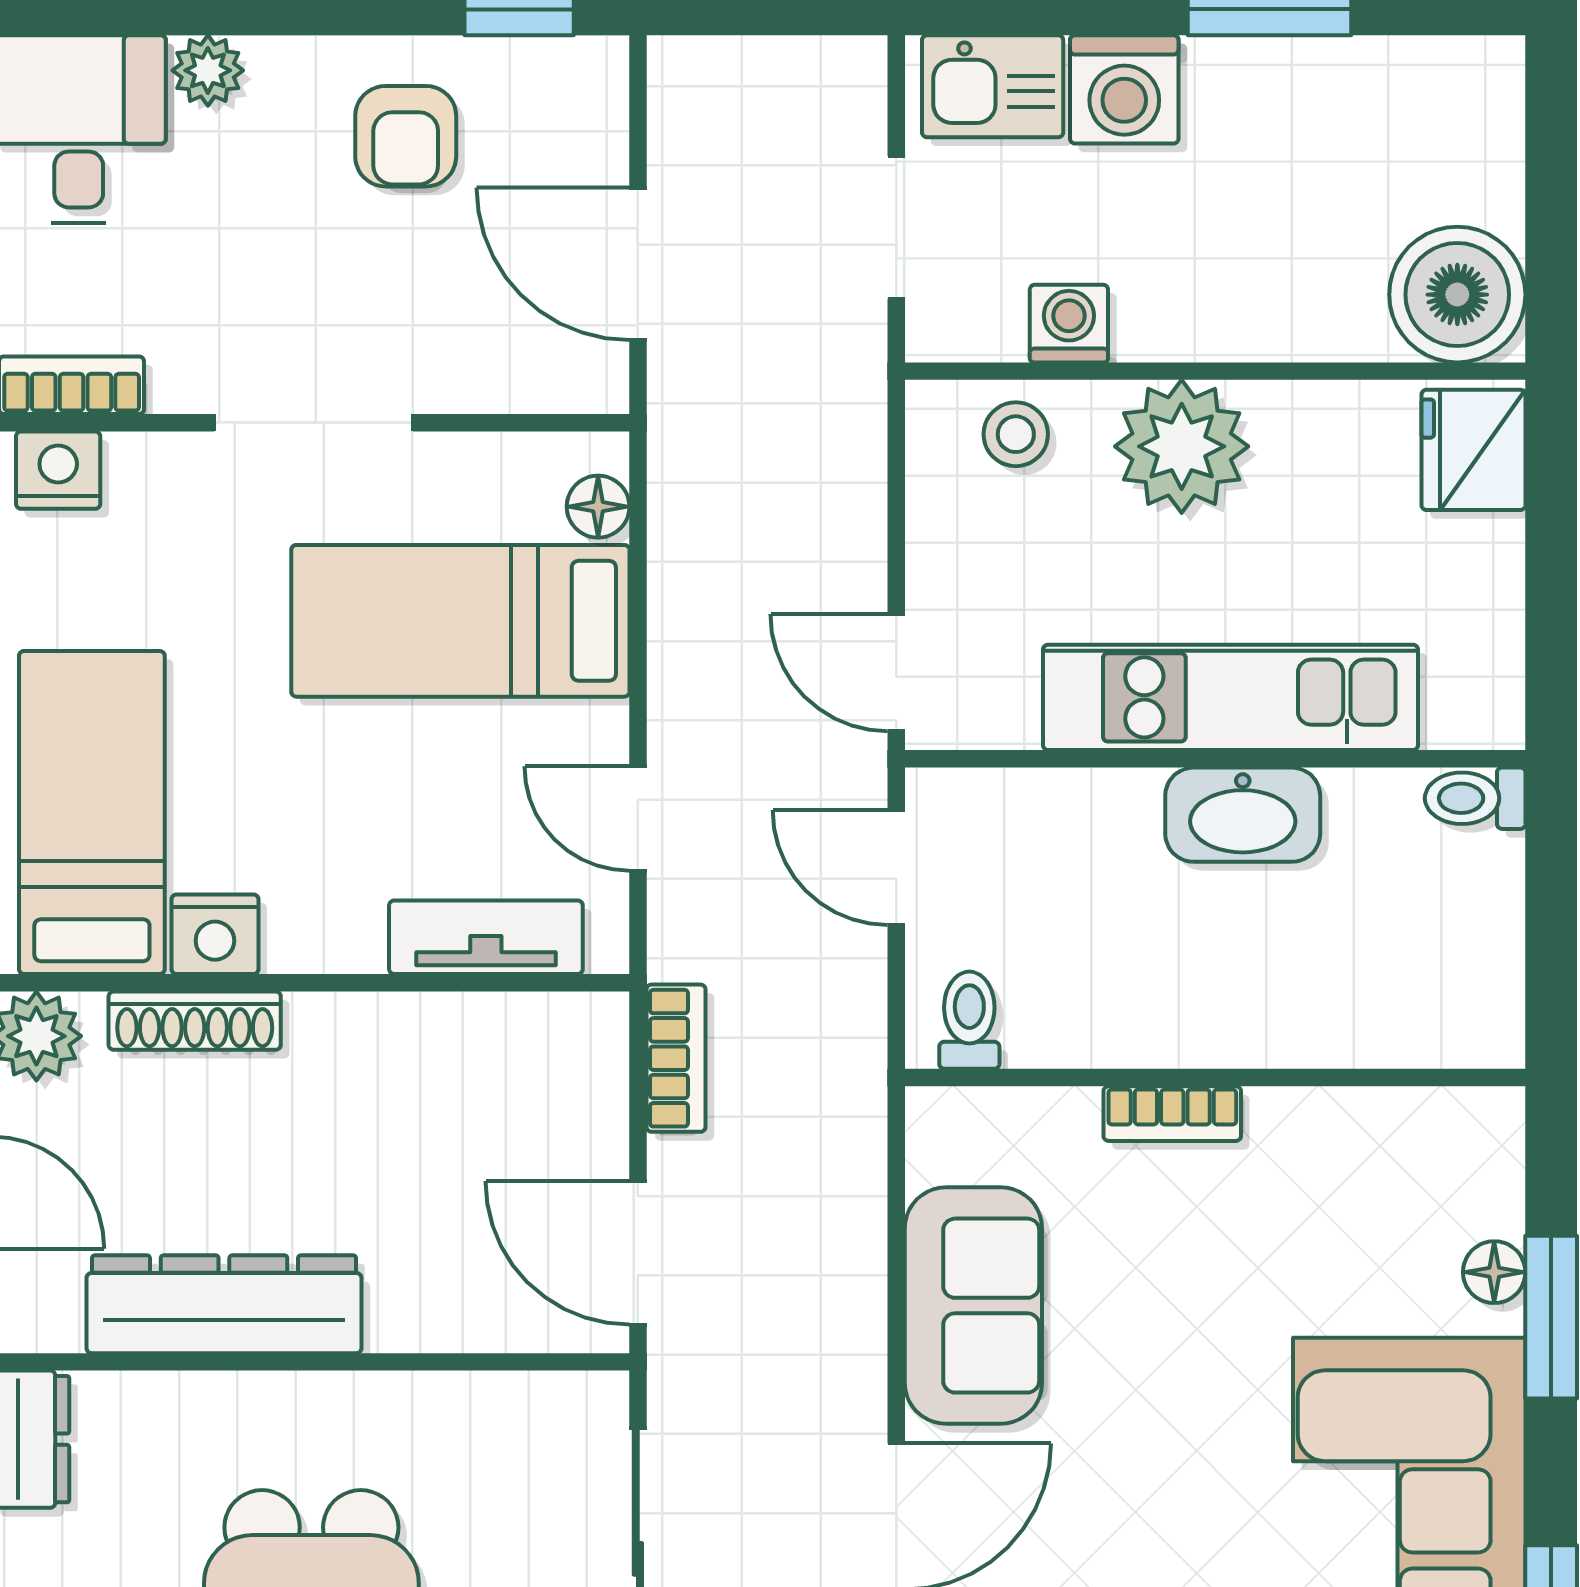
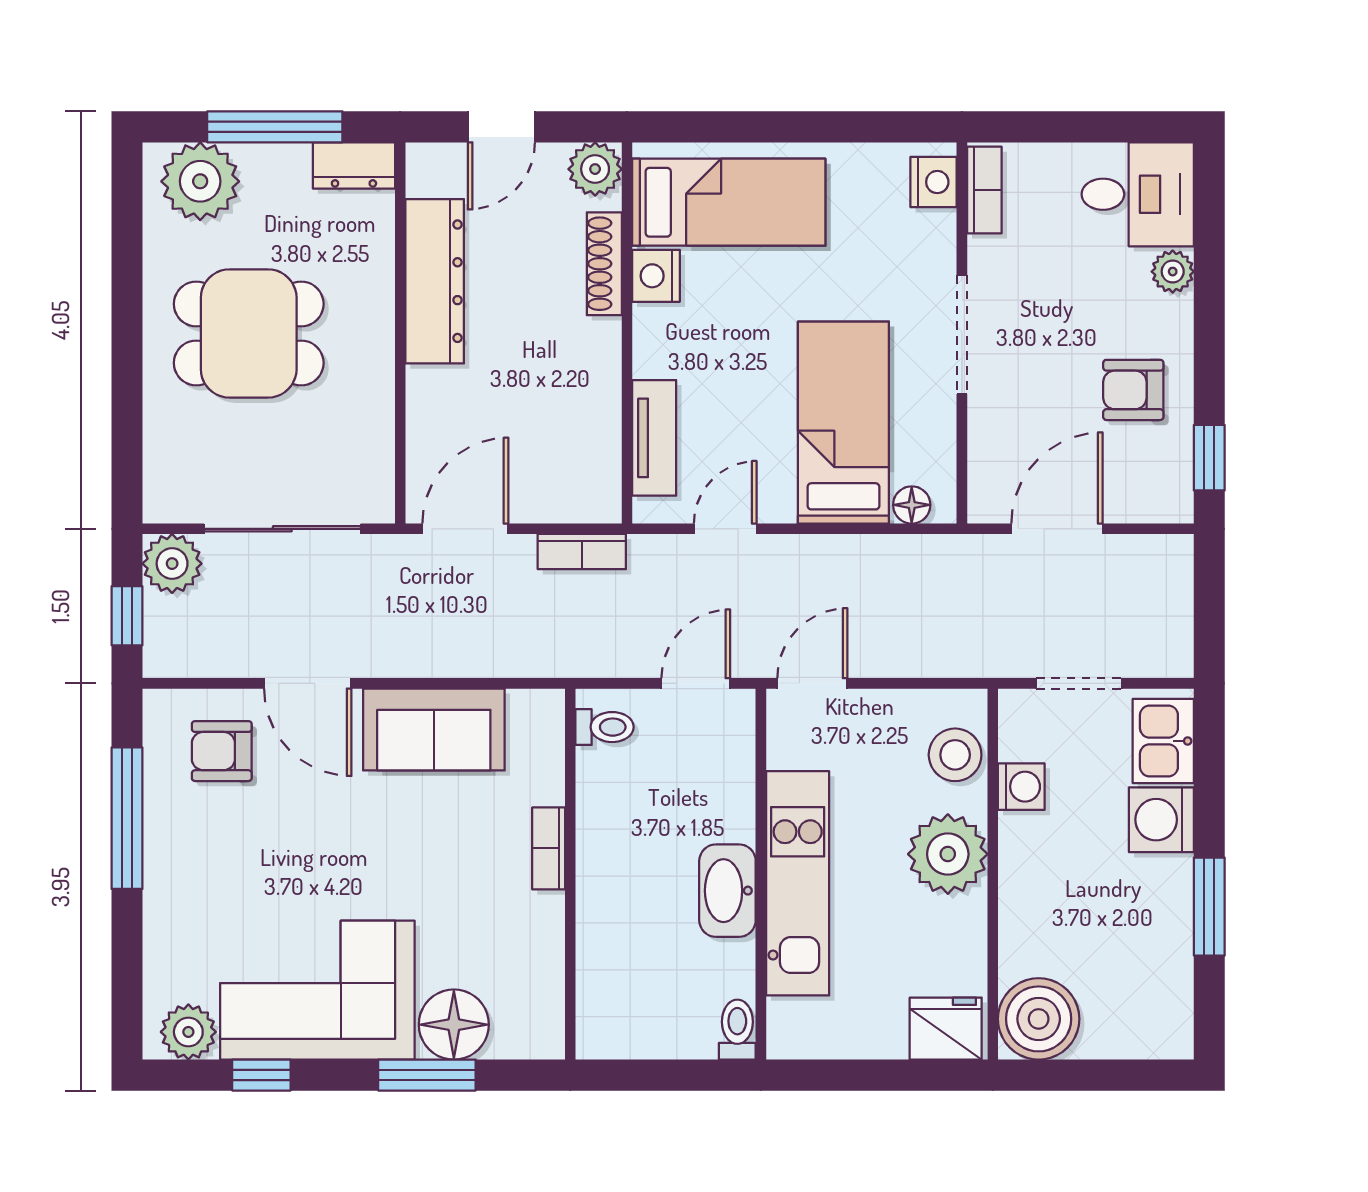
stool: (1016, 434) -> (955, 755), width x1.37, depth x1.37
floor lamp: (1494, 1272) -> (454, 1025), width x1.89, depth x1.89

